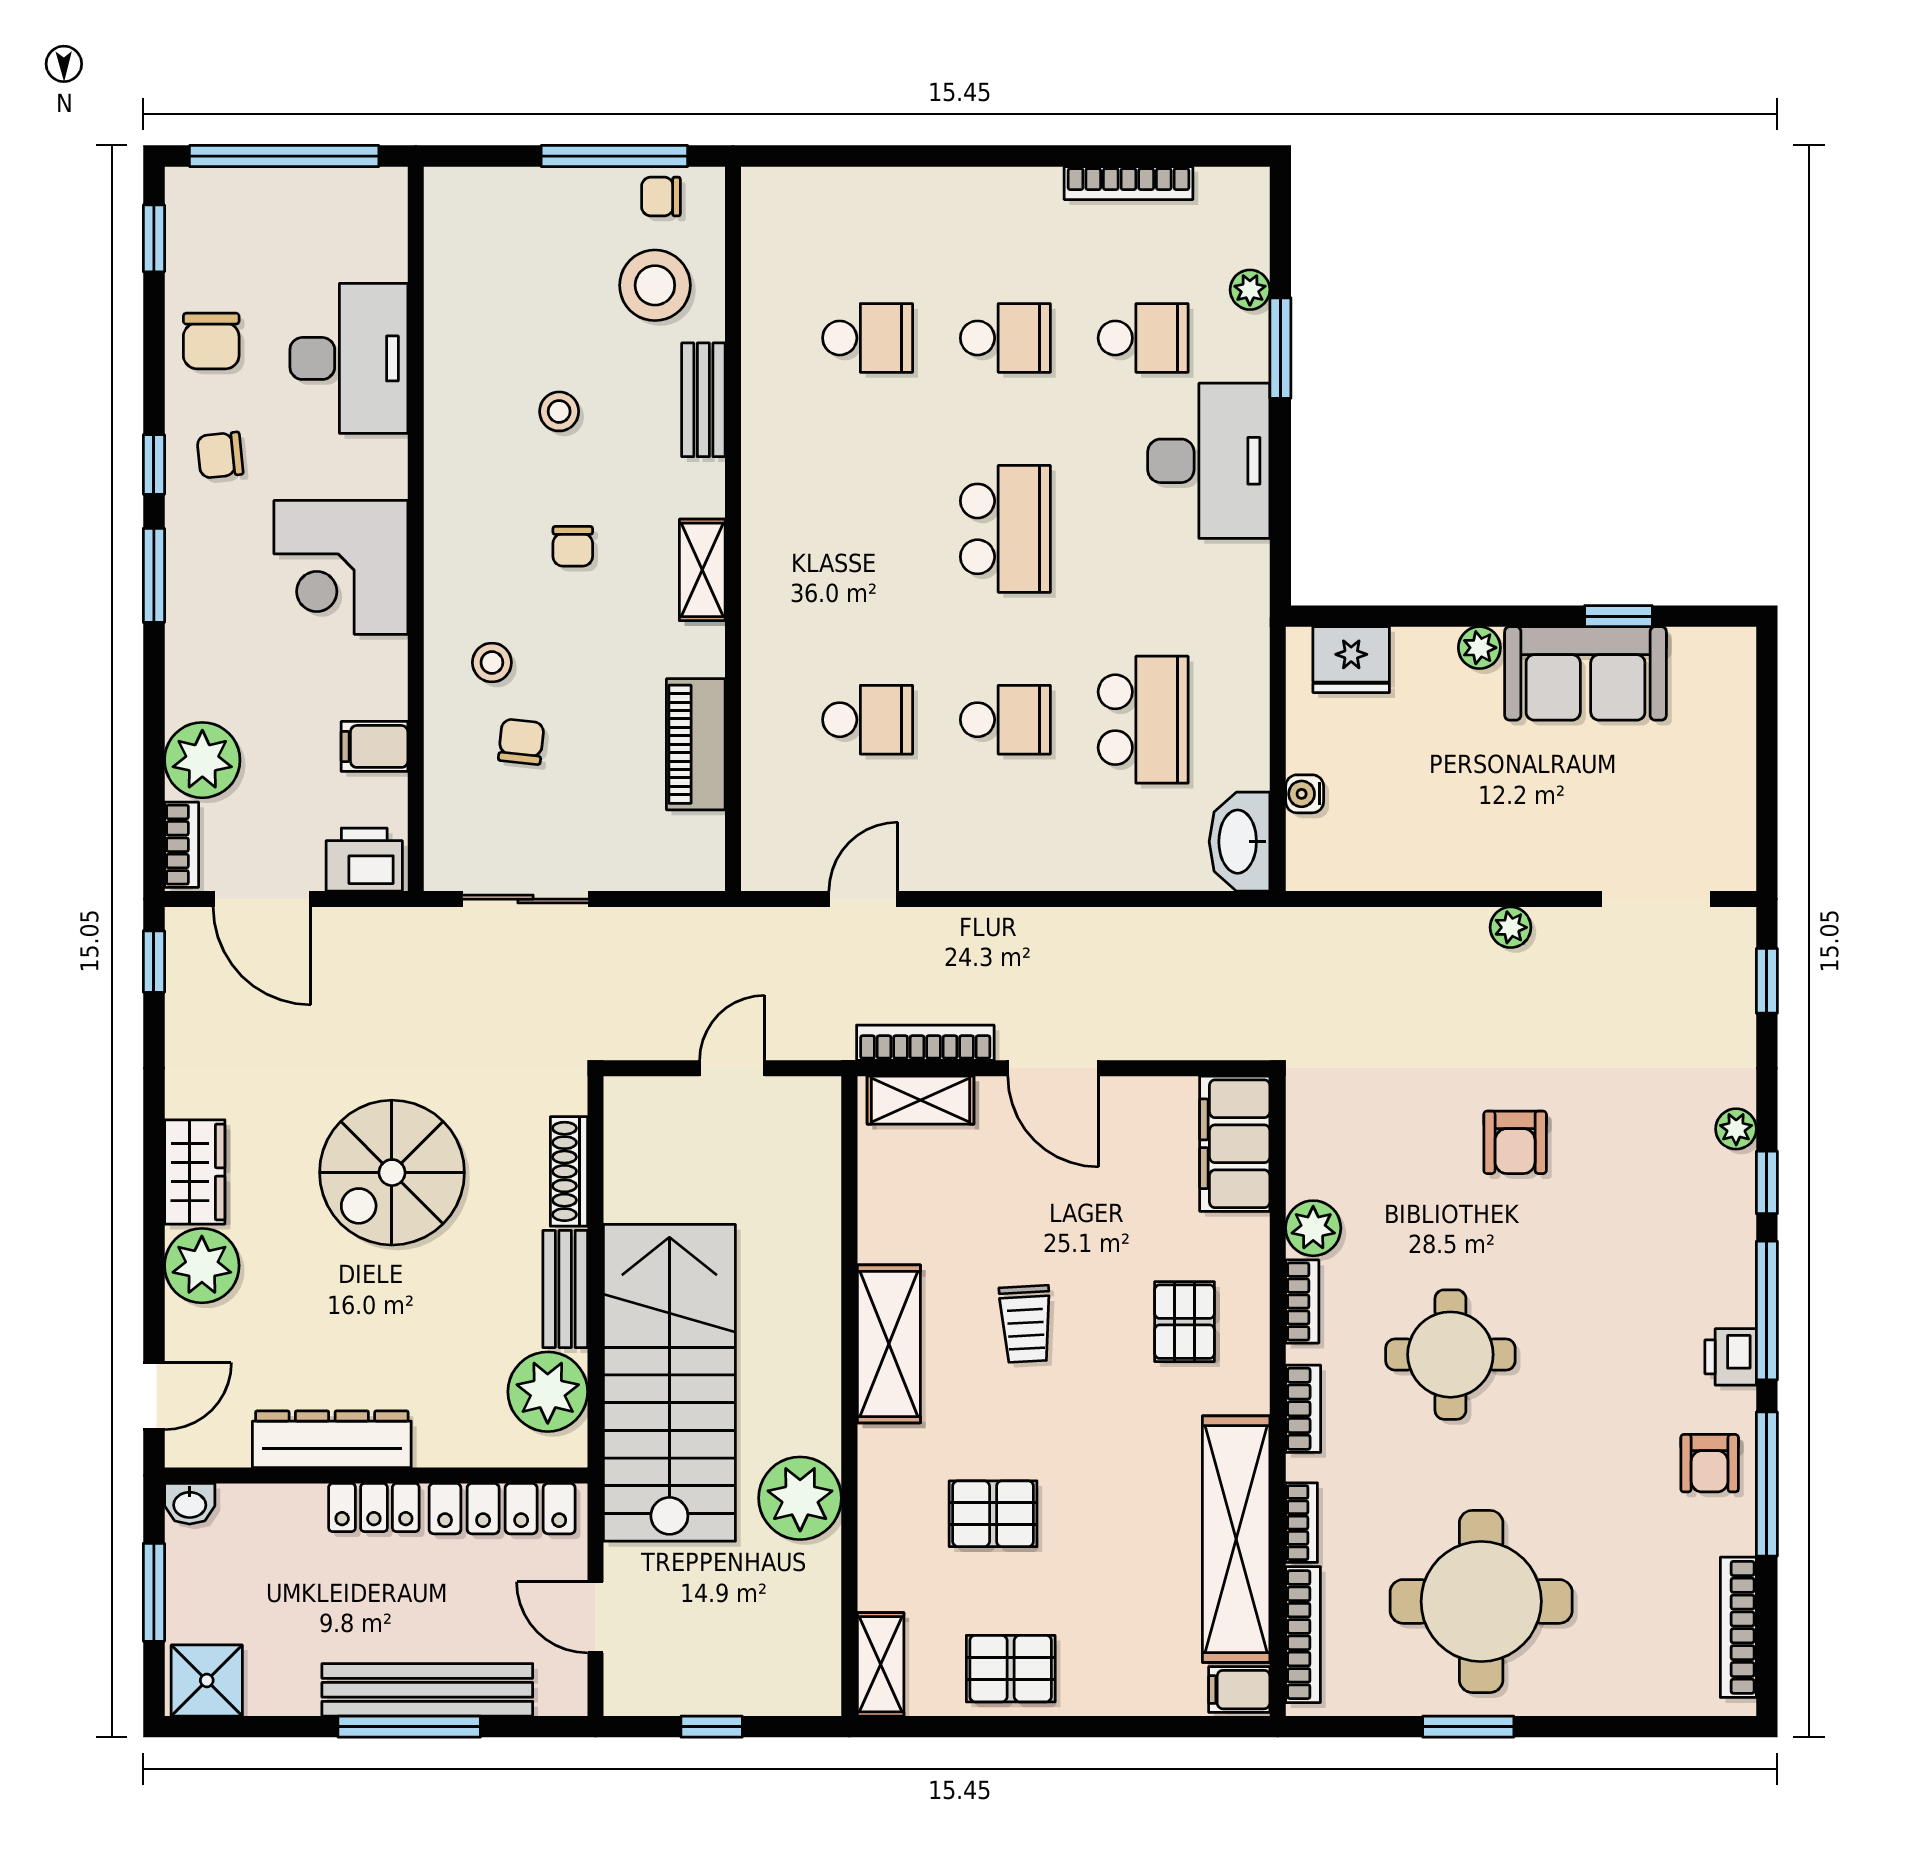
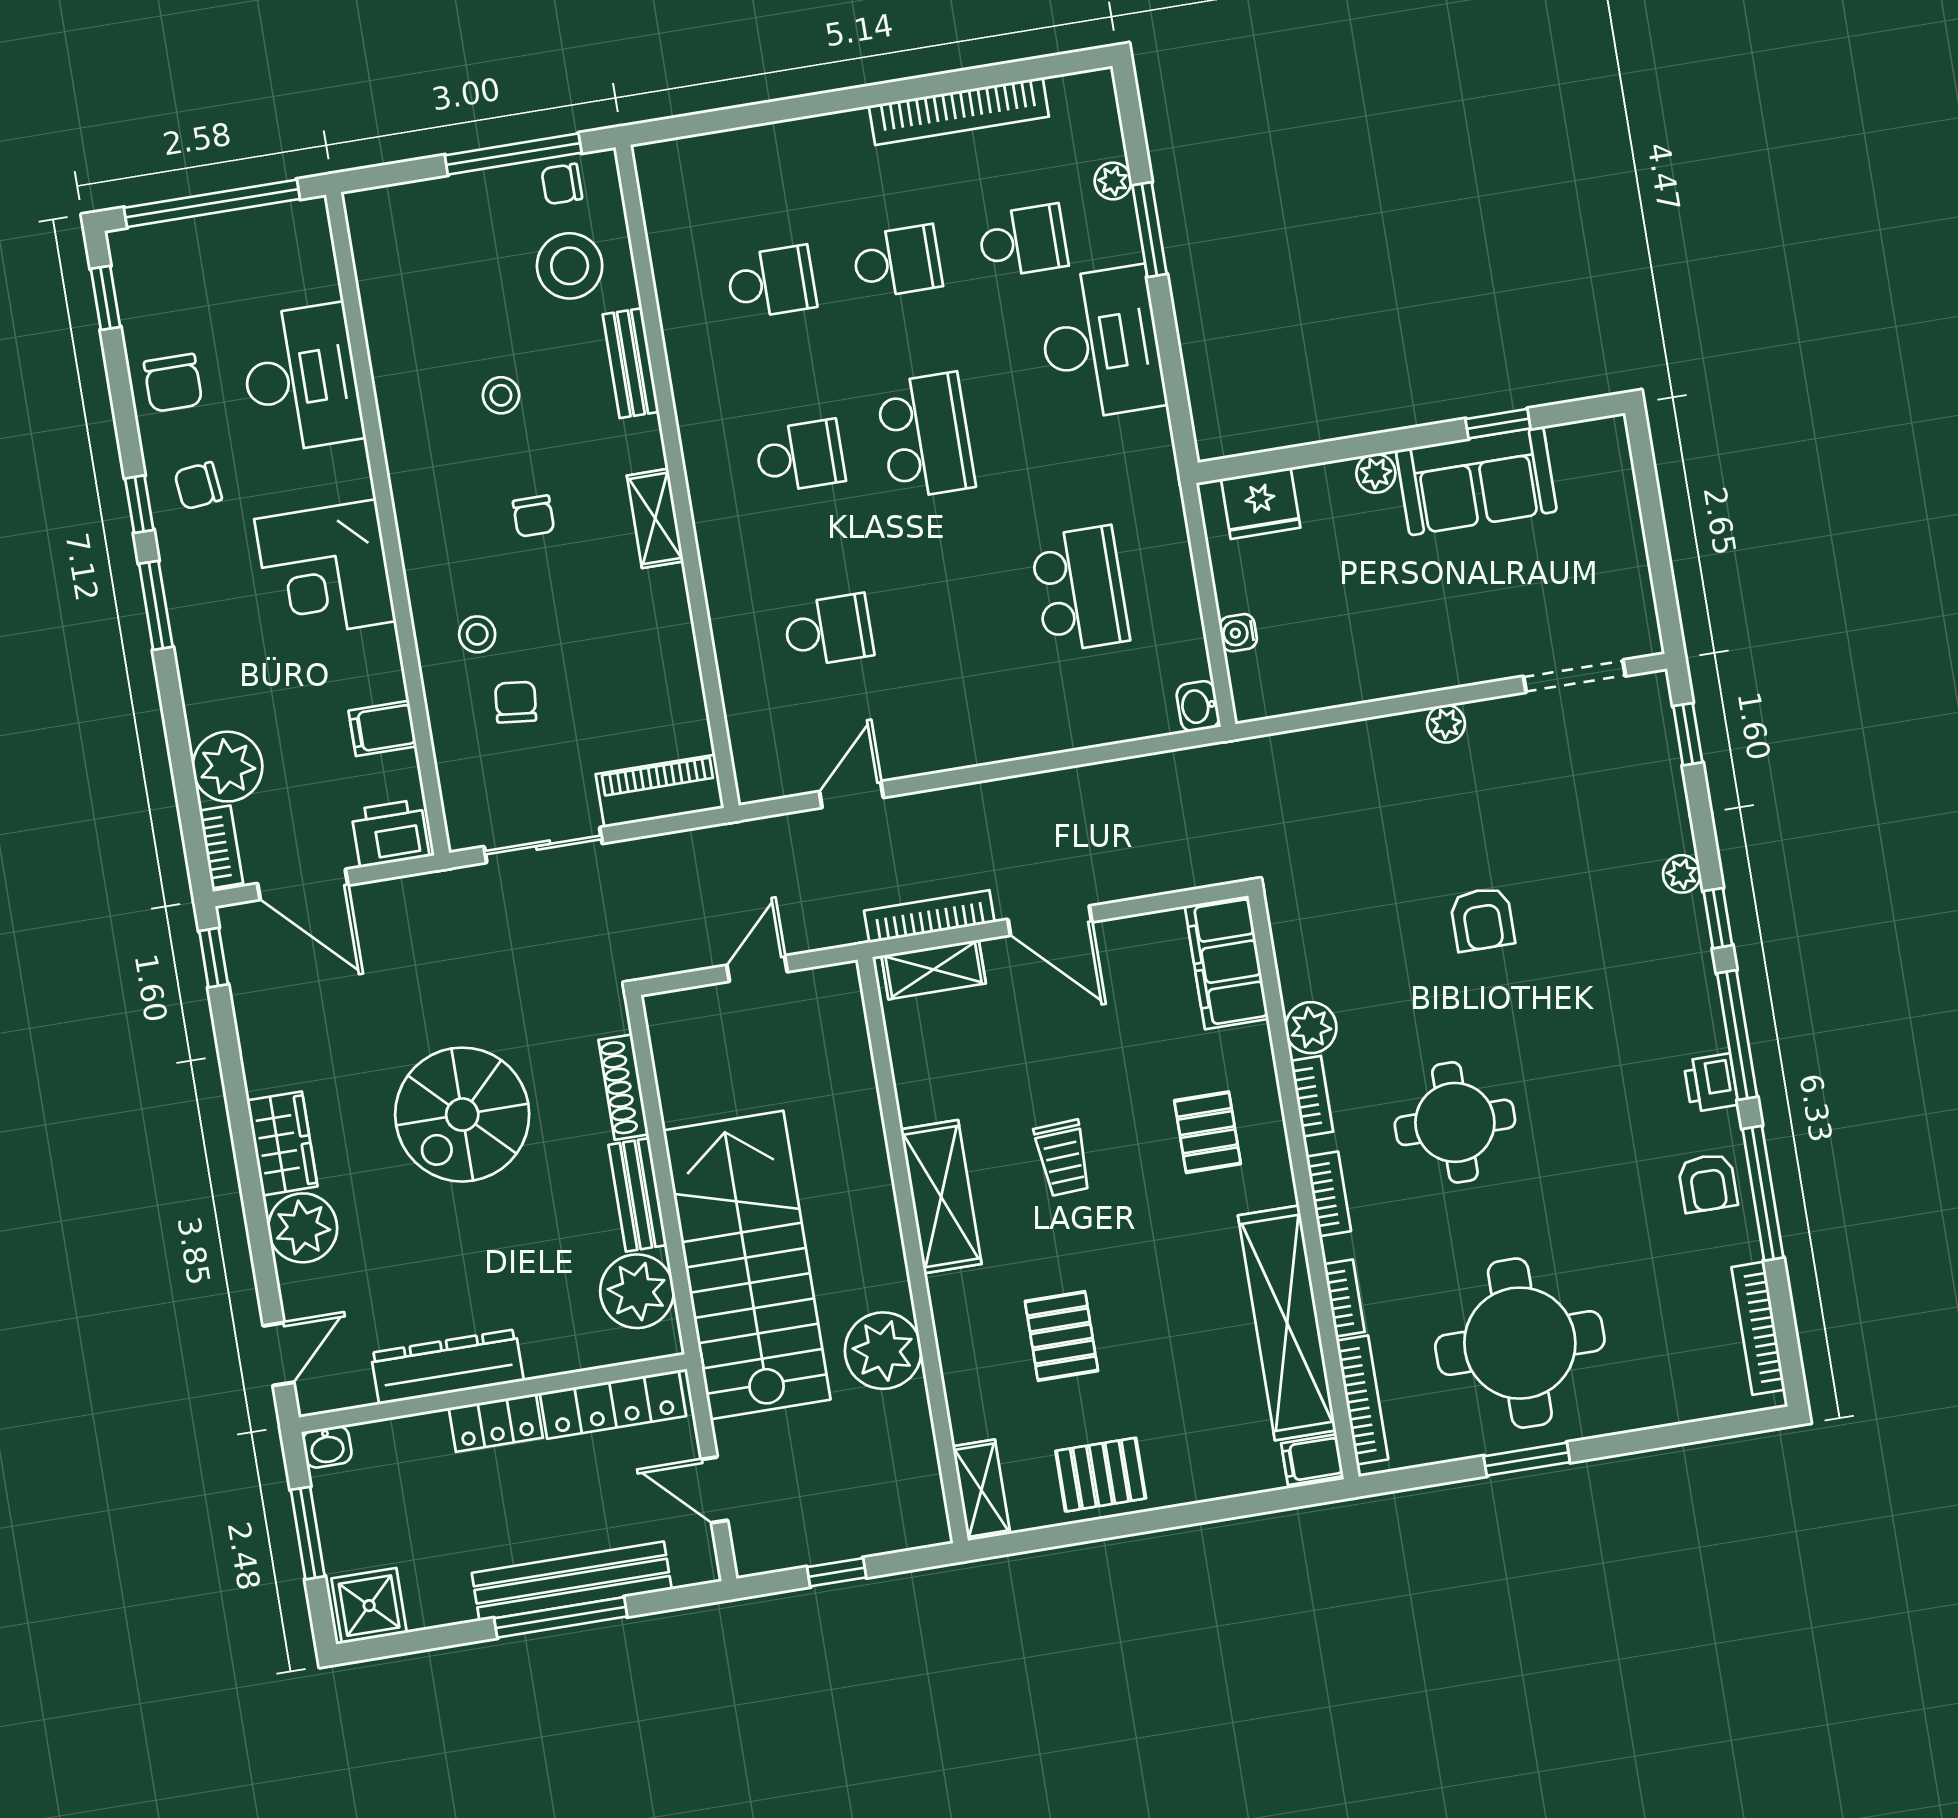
bookcase: (1128, 183) -> (959, 111), width x1.48, depth x1.31
school desk: (1005, 720) -> (800, 456), moved
piano: (696, 744) -> (660, 791), moved, turned 90
washbasin: (1239, 842) -> (1198, 706), width x0.52, depth x0.69
pallet: (993, 1514) -> (1062, 1336), turned 90

